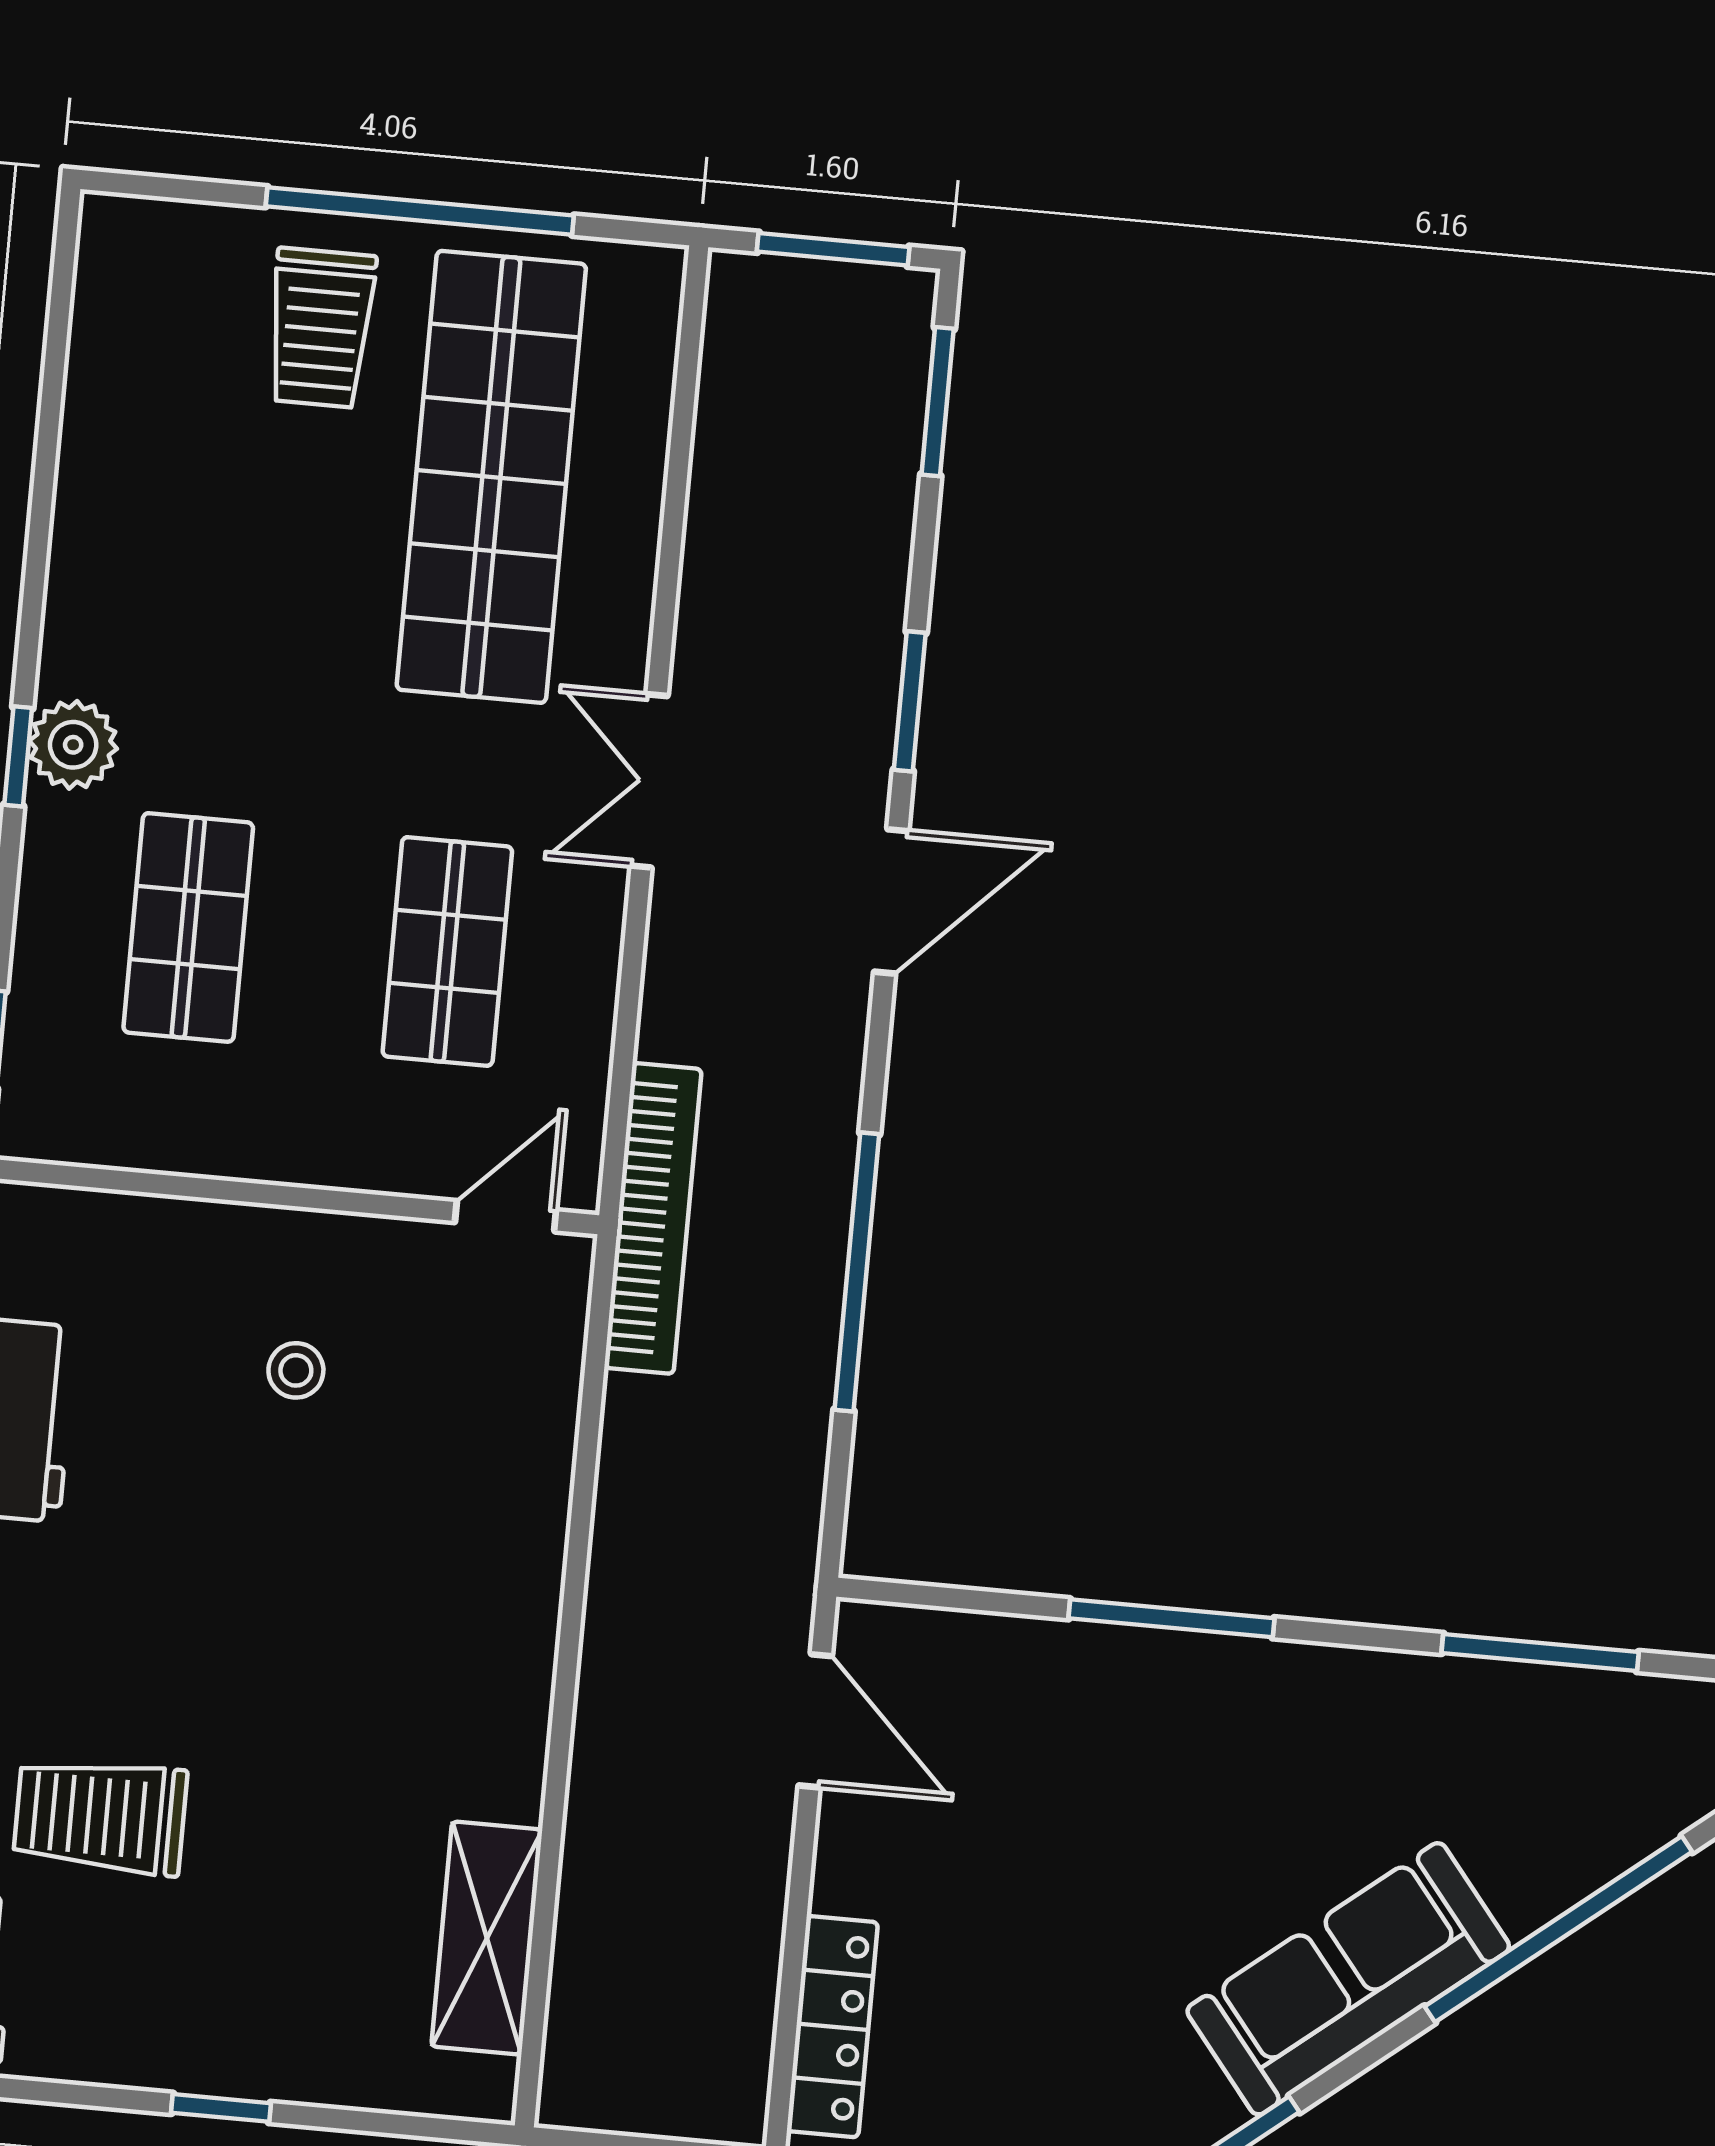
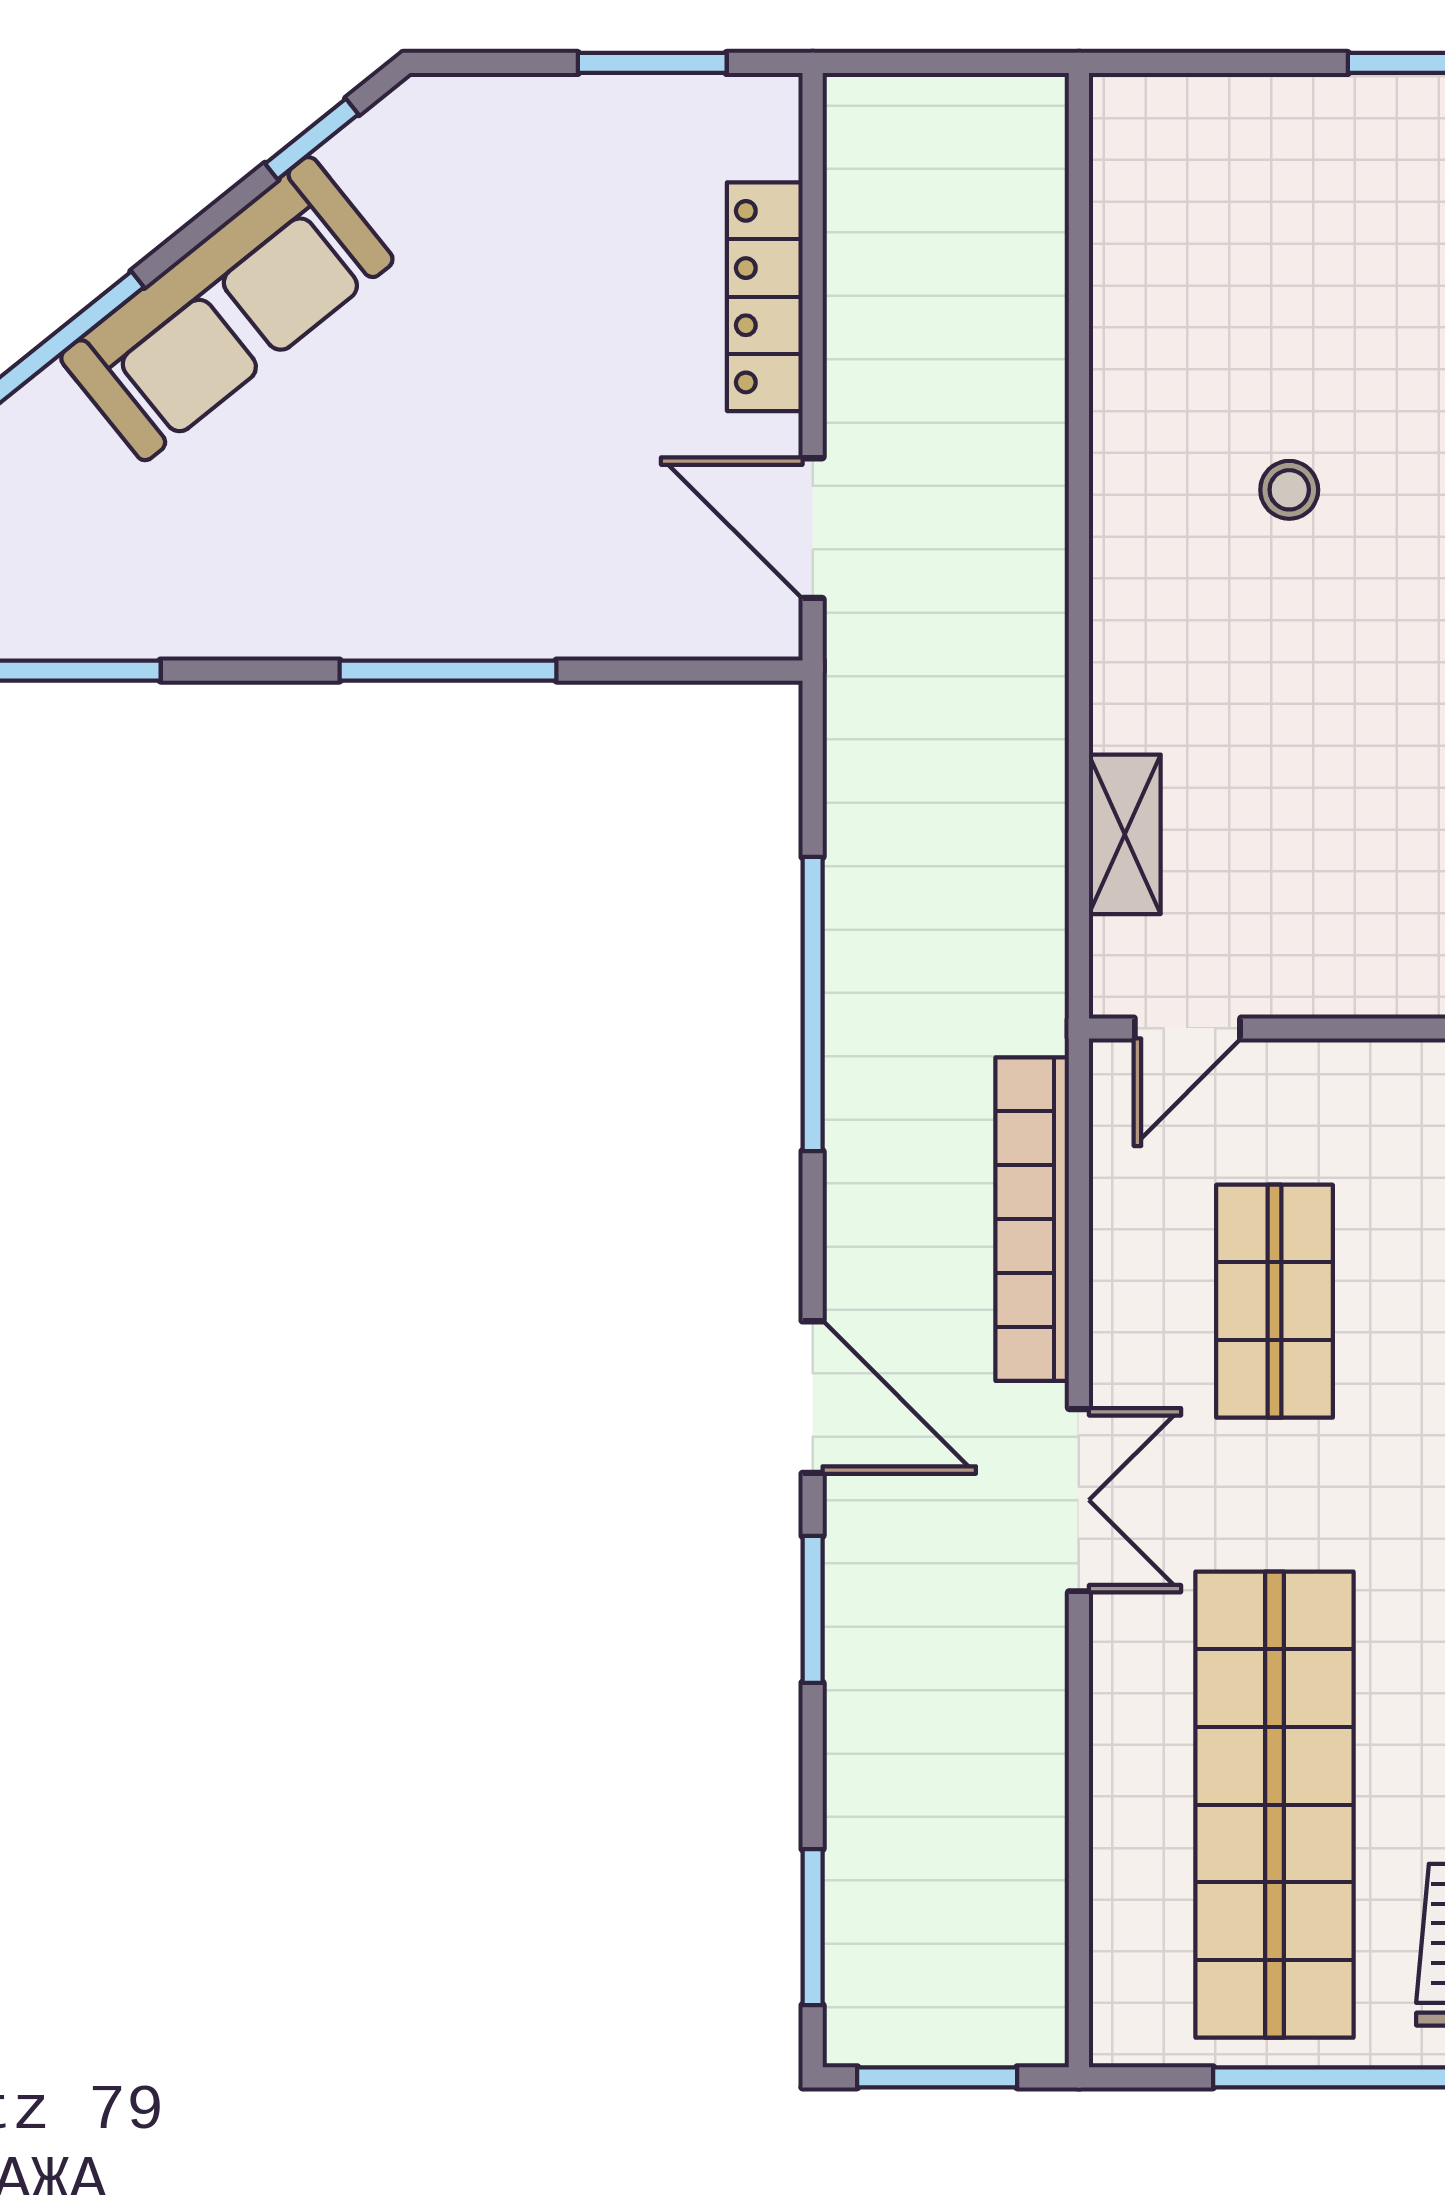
door: (891, 901) -> (813, 1397), swing flipped
bookcase: (653, 1218) -> (1032, 1219), moved
stool: (296, 1370) -> (1289, 490), moved
shelving: (487, 1938) -> (1125, 834), moved, width x0.67, depth x0.75
locker: (832, 2027) -> (765, 297), moved

